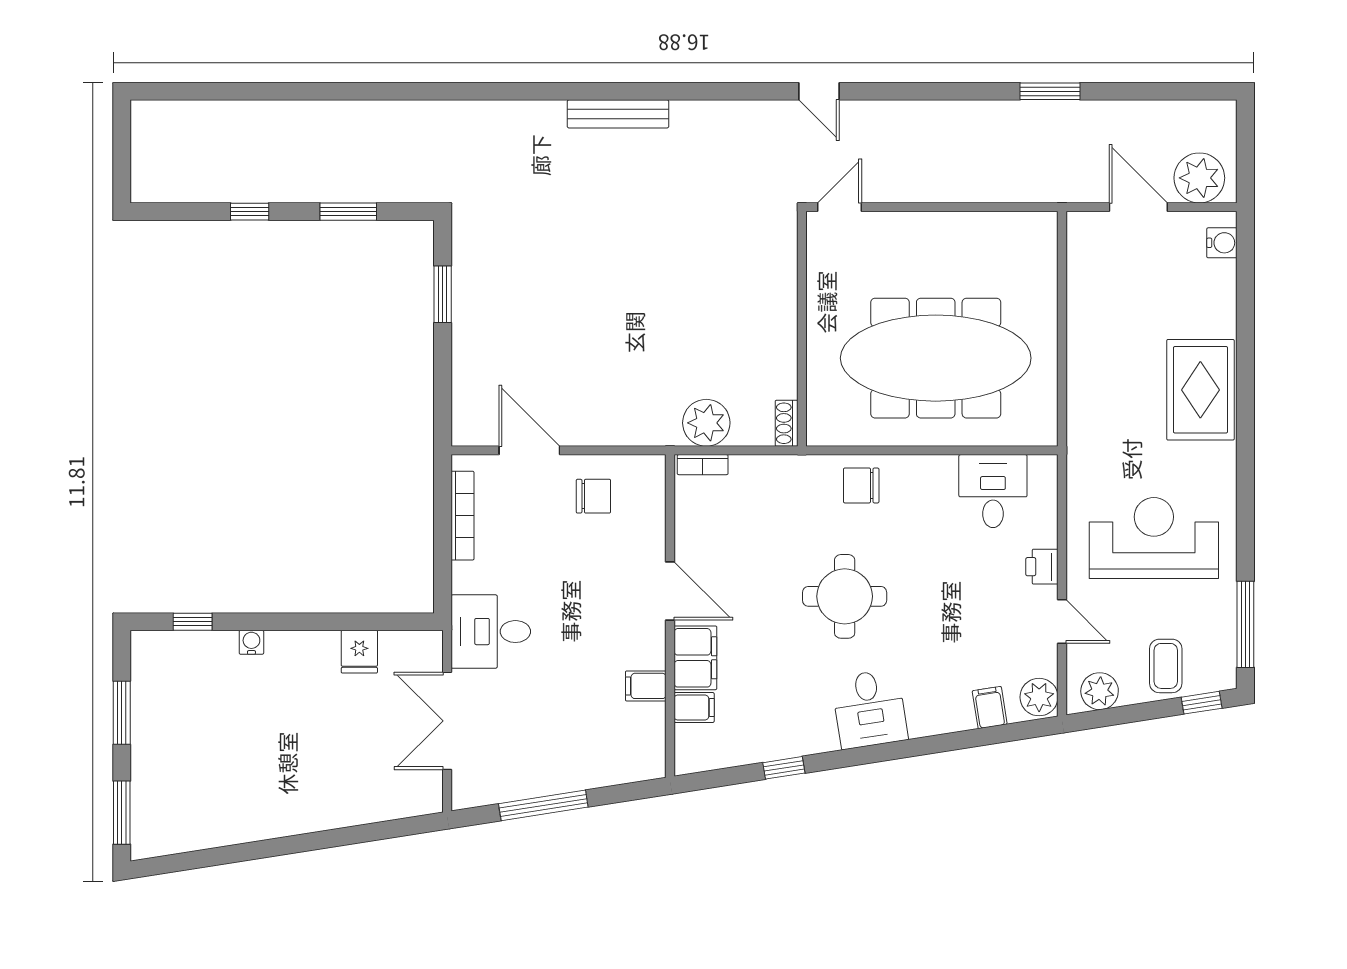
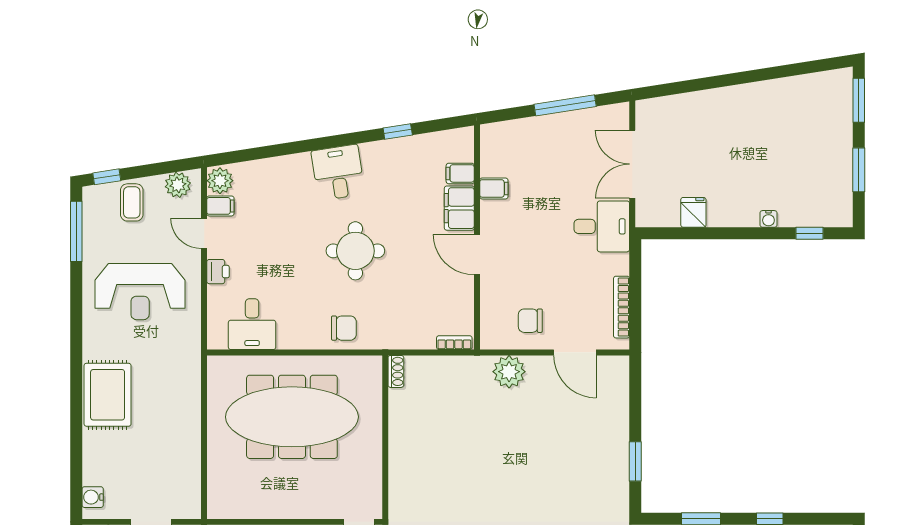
plant: (706, 423) -> (509, 372), moved
filing cabinet: (990, 708) -> (220, 206), moved, turned -81
double door: (447, 721) -> (632, 164), swing flipped

